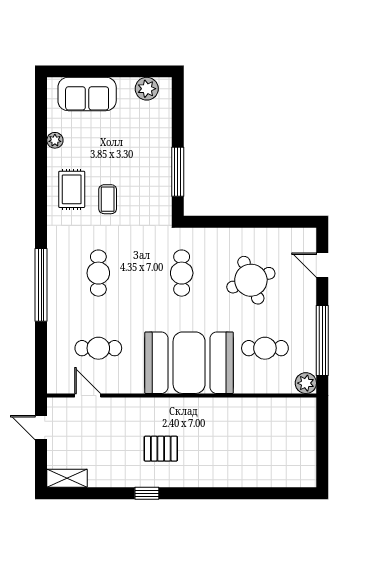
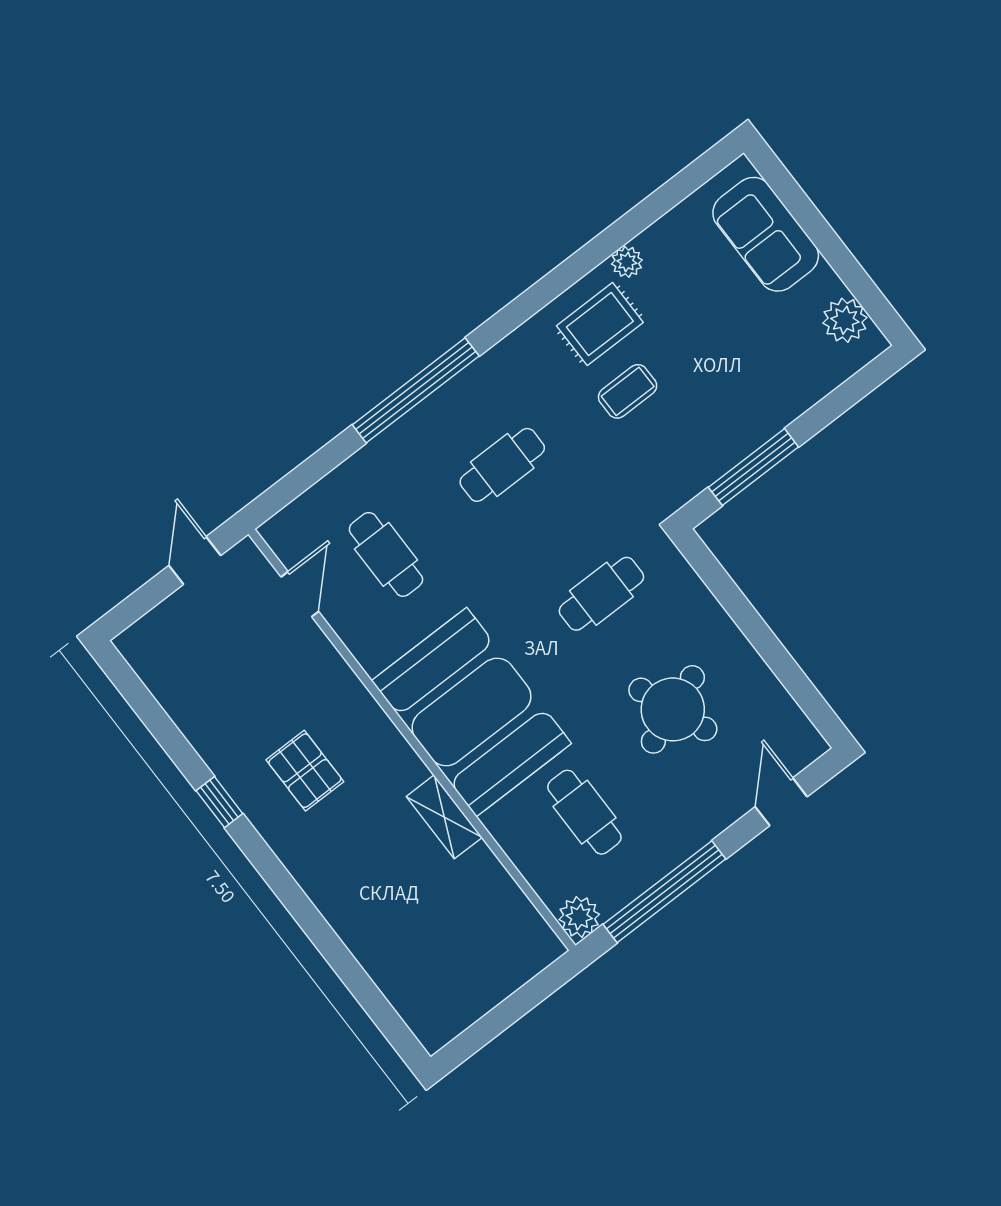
plant: (55, 140) -> (627, 262), moved
shelving: (67, 478) -> (444, 817), moved

